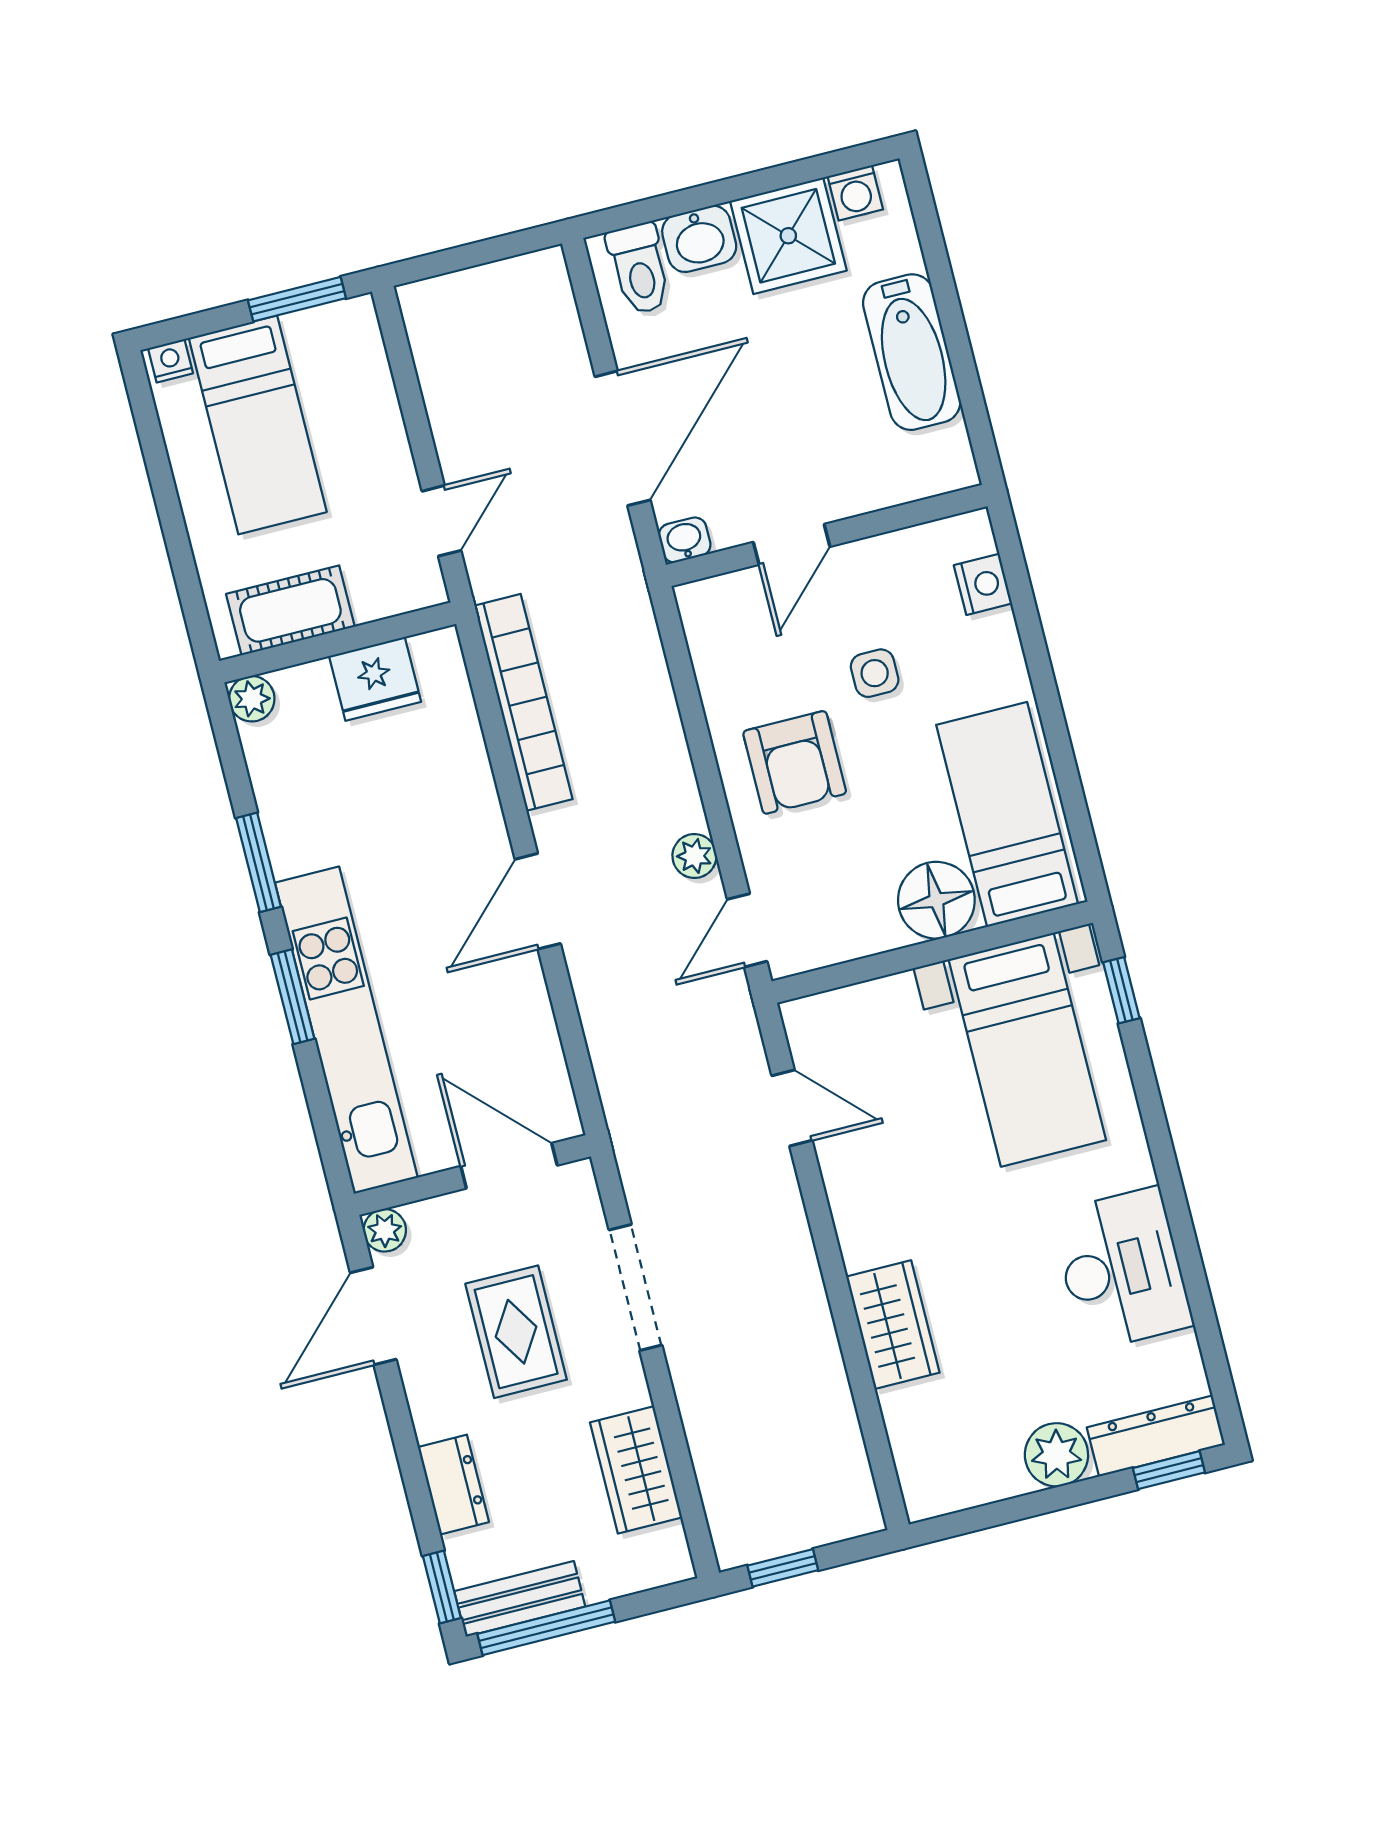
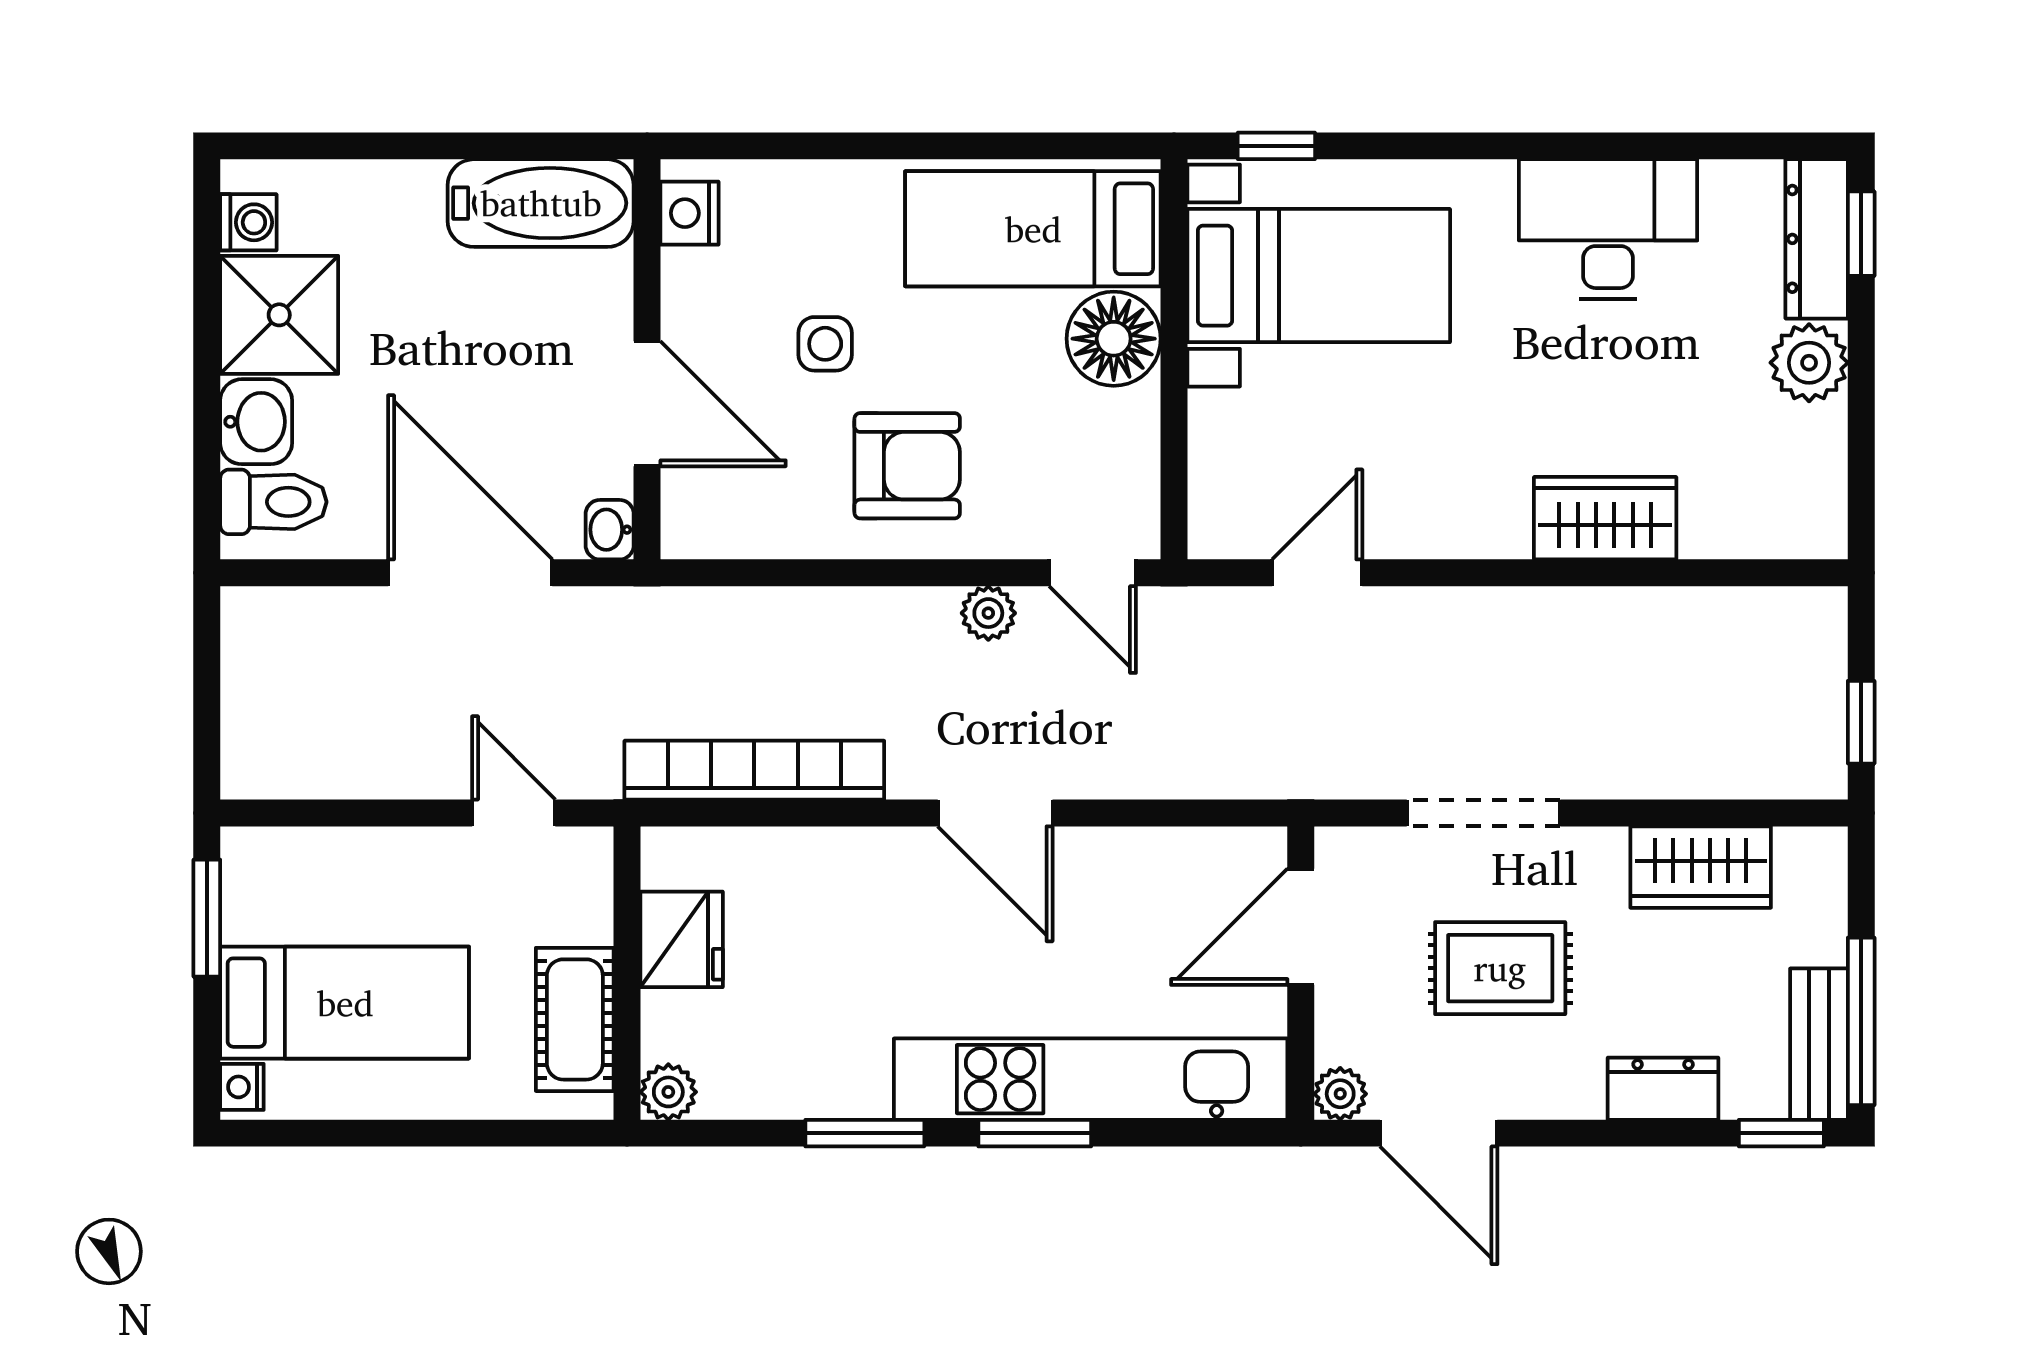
bathtub: (912, 352) -> (541, 203), moved
door: (792, 544) -> (647, 404), width x1.38
nightstand: (983, 584) -> (690, 213), moved, turned -90

